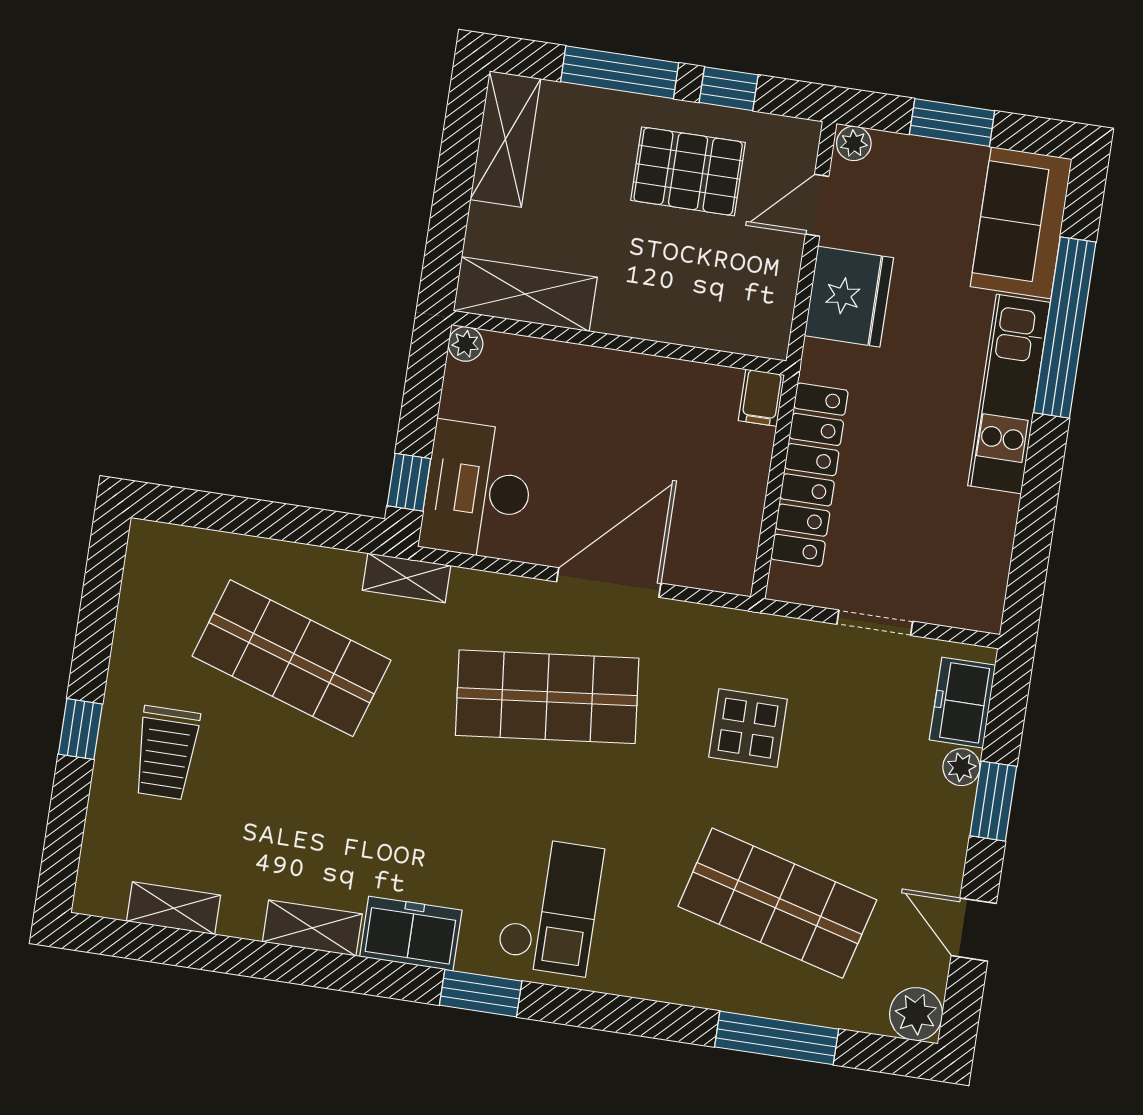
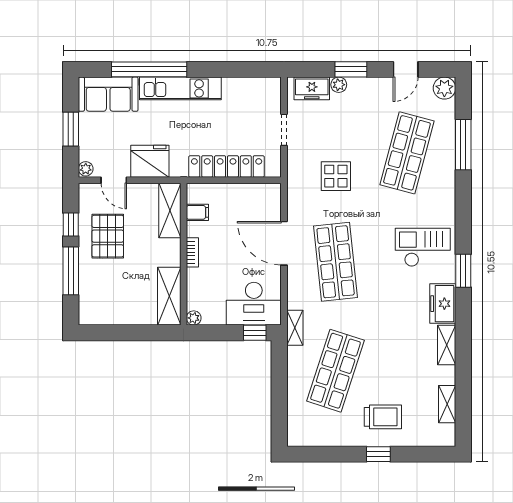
shelving: (505, 139) -> (170, 211), moved, turned 90
bookcase: (620, 364) -> (192, 252), added
filing cabinet: (761, 398) -> (197, 212), moved

